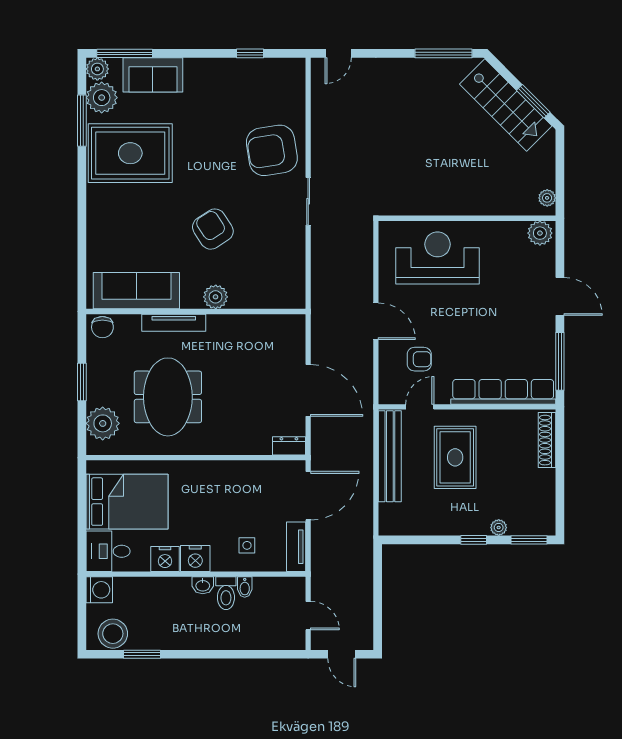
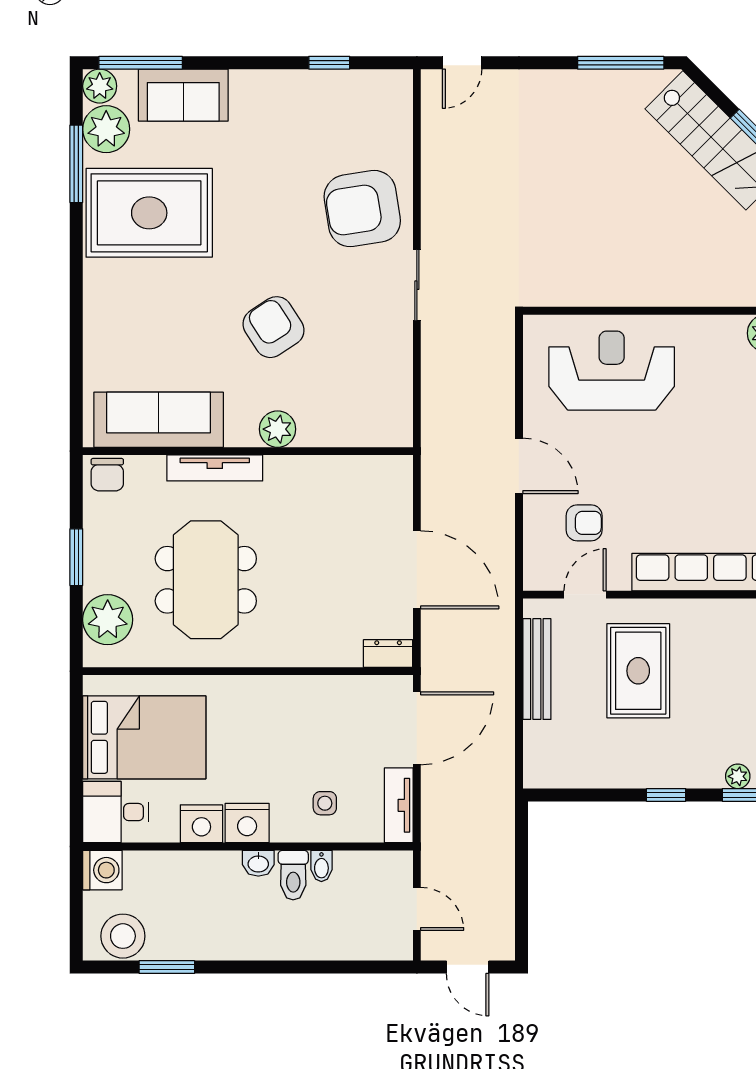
bench: (390, 456) -> (537, 669), width x0.73, depth x0.82
plant: (499, 527) -> (738, 776), moved

